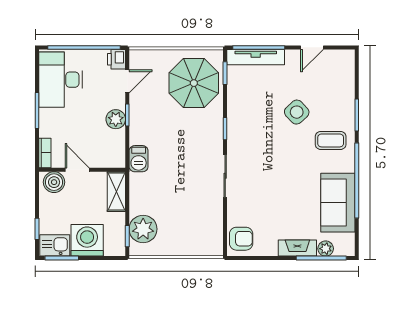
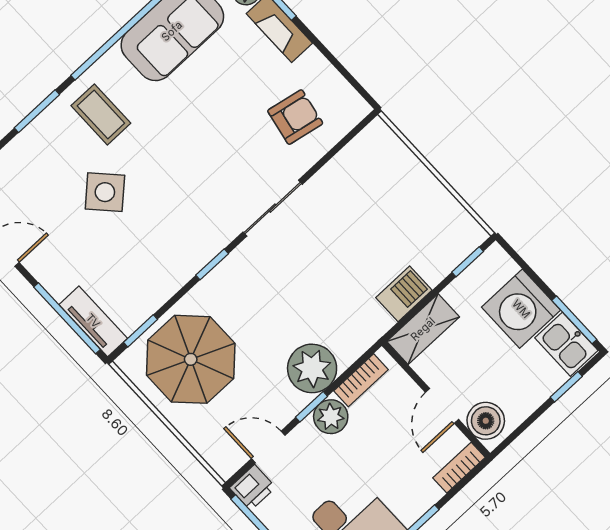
tv unit: (256, 57) -> (93, 321), width x0.71
bookcase: (119, 146) -> (361, 380), added
barbecue: (139, 159) -> (404, 294), moved
plant: (143, 229) -> (312, 368), moved
armchair: (241, 239) -> (295, 117), moved, turned 101

